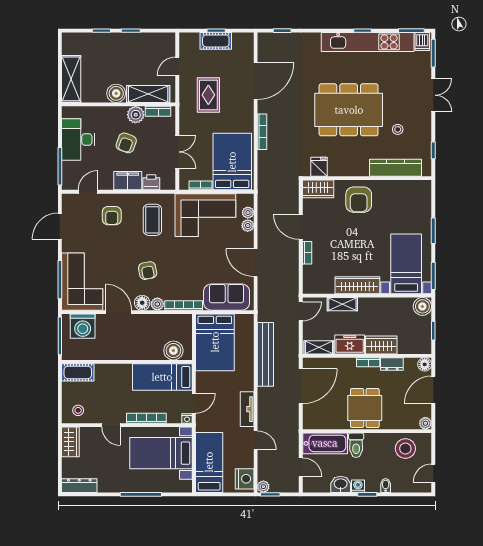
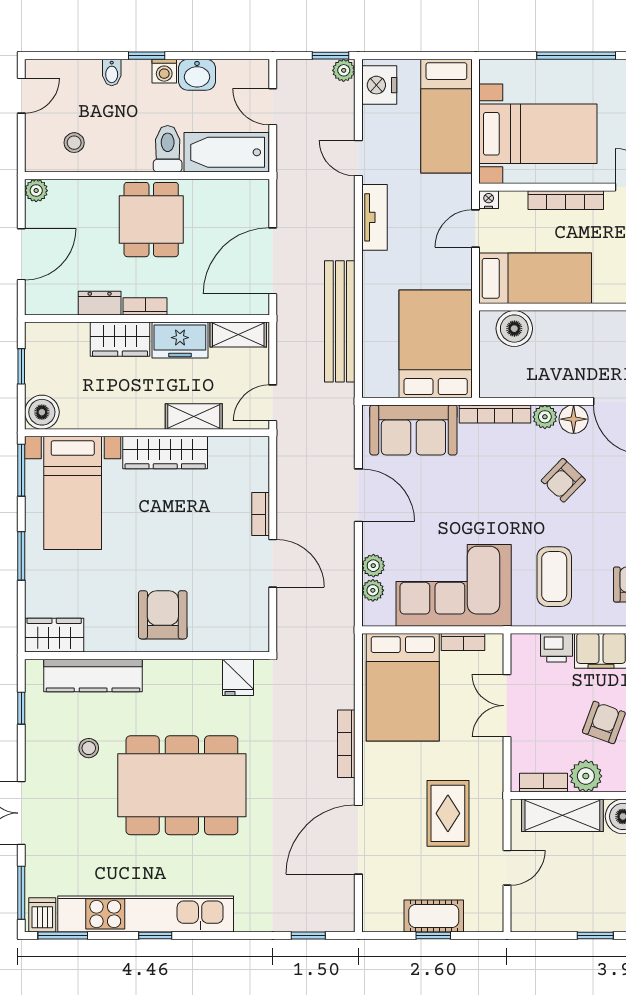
wardrobe: (318, 189) -> (54, 635), moved
armchair: (148, 271) -> (563, 480), turned -125
floor lamp: (425, 364) -> (38, 302), removed
stool: (405, 449) -> (74, 143), width x0.53, depth x0.53

